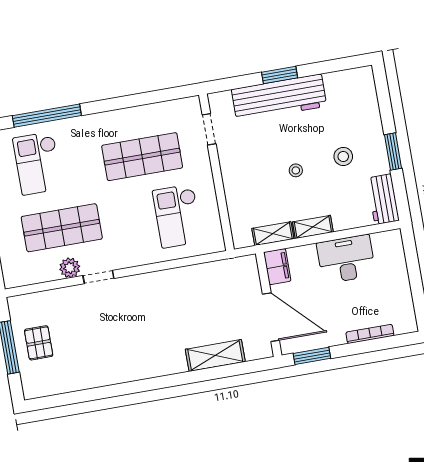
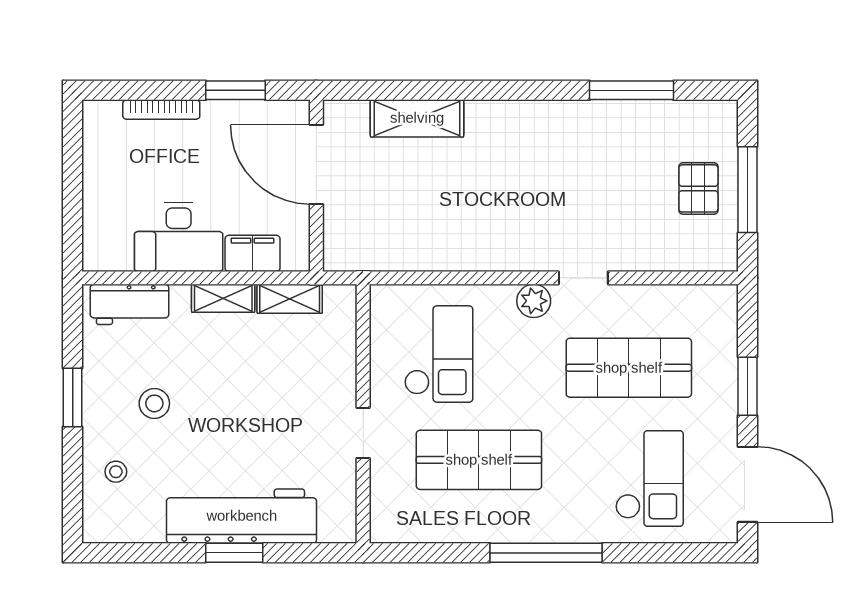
window: (47, 116) -> (546, 553), moved
doorway: (209, 129) -> (363, 433), moved
stool: (296, 170) -> (116, 472), moved
workbench: (383, 199) -> (129, 304), moved, turned 90
filing cabinet: (277, 267) -> (253, 253), moved, turned 90
plant: (70, 268) -> (534, 301), moved
window: (312, 356) -> (235, 90), moved
window: (89, 395) -> (632, 90), added

